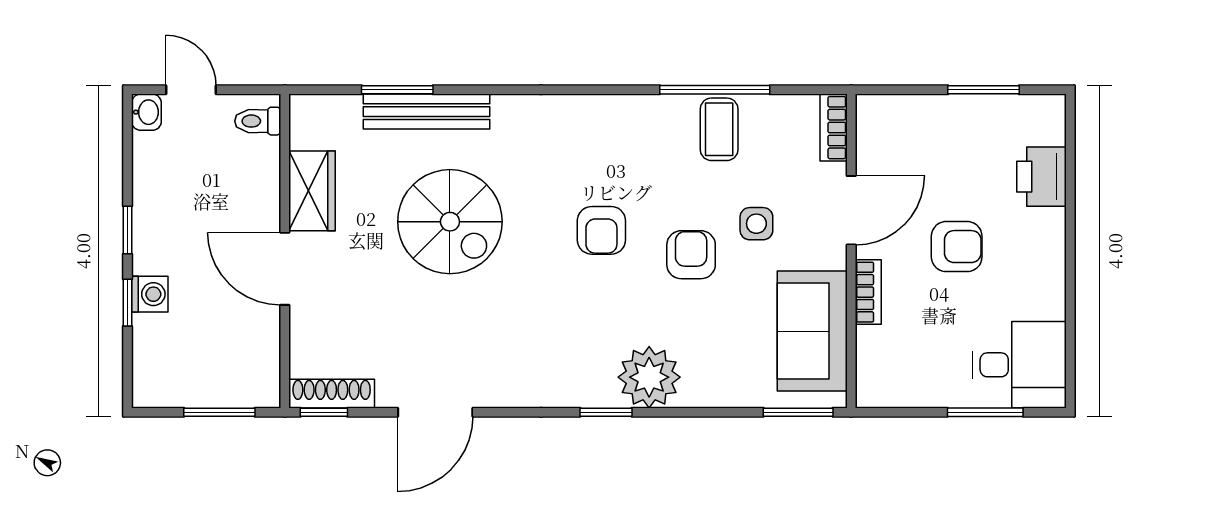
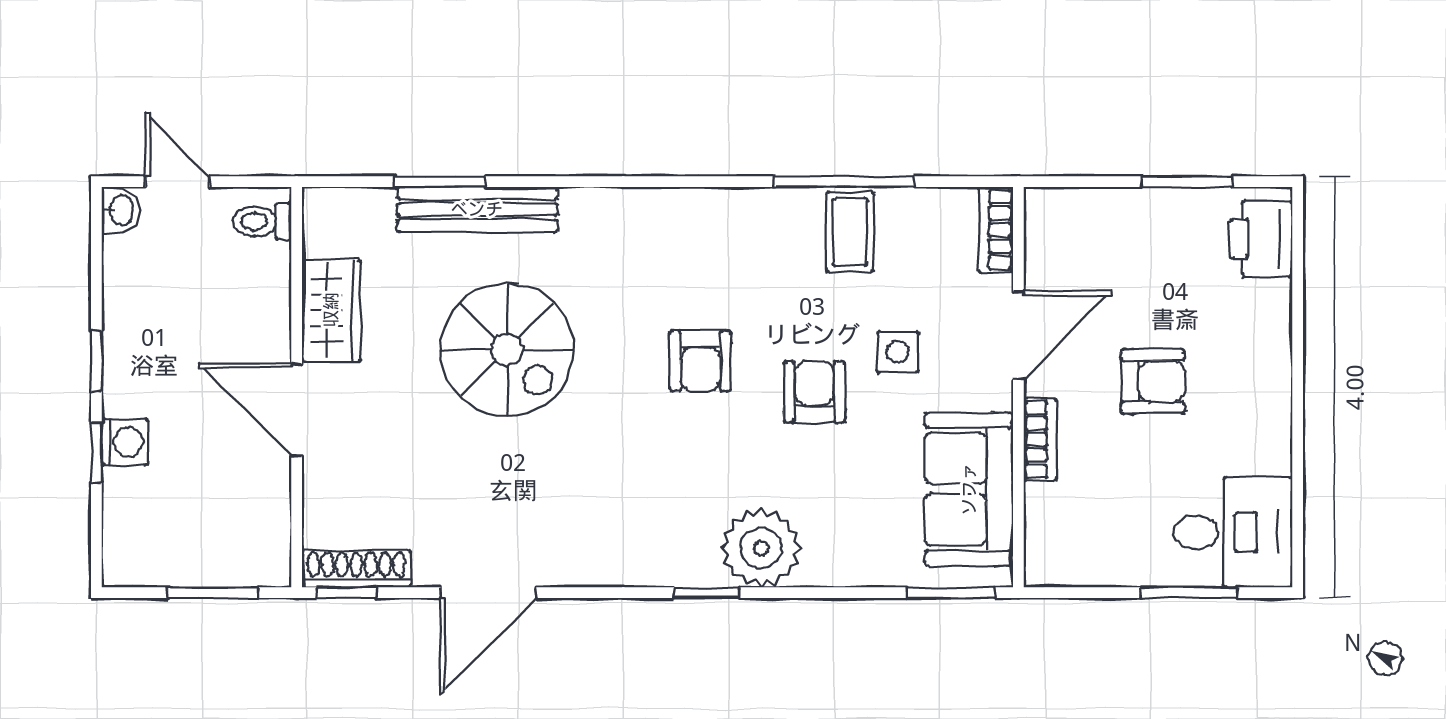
printer: (1042, 177) -> (1261, 239), moved

